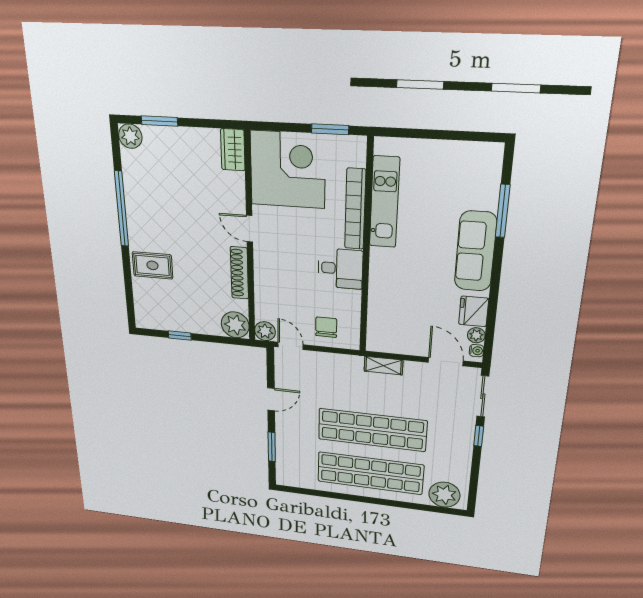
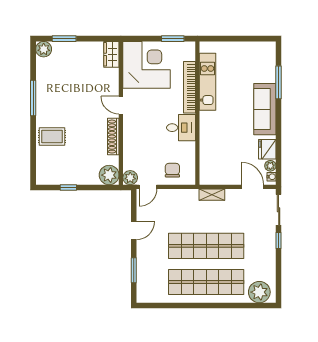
window: (122, 209) -> (33, 98), width x0.68
door: (291, 346) -> (148, 187), swing flipped

